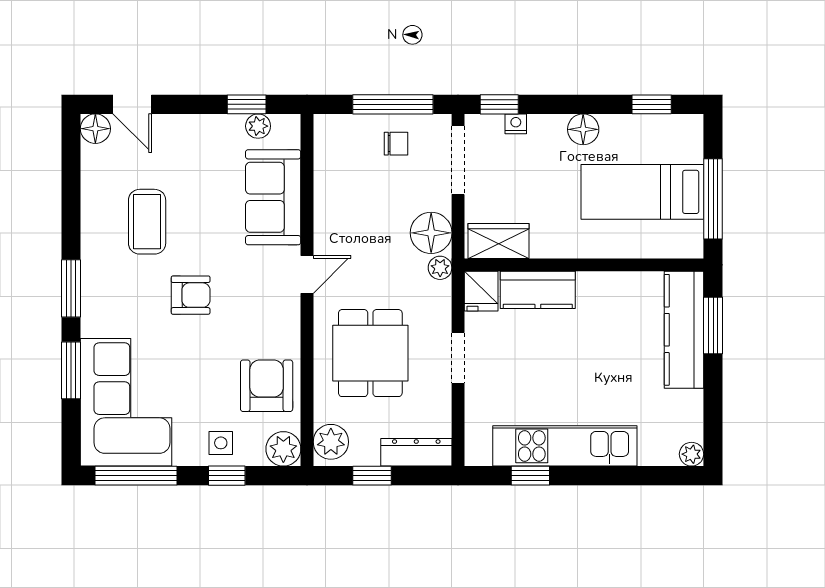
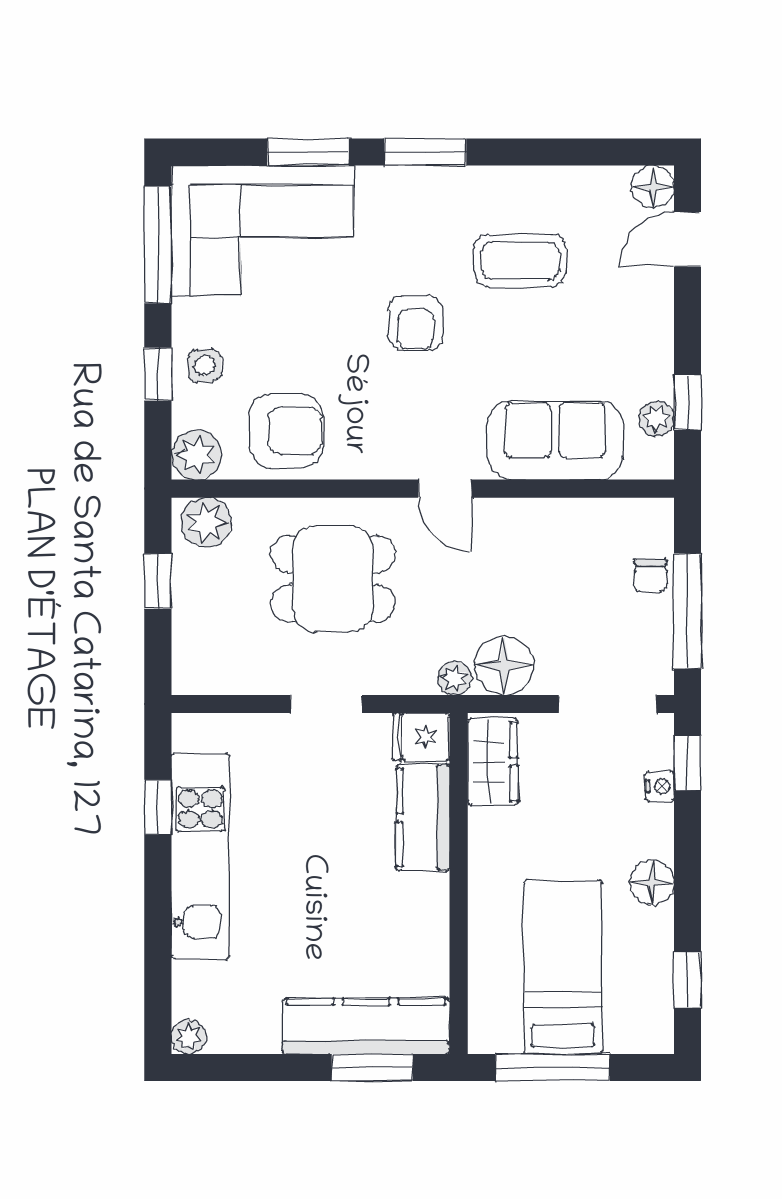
chair: (396, 144) -> (651, 575), moved
dresser: (416, 452) -> (191, 644), removed

